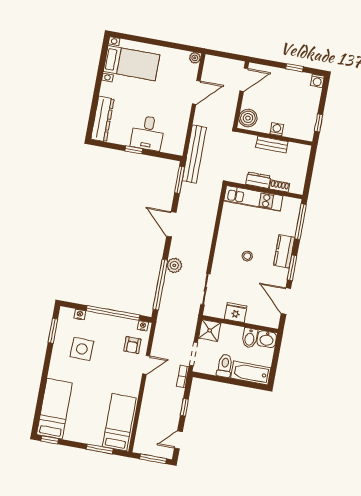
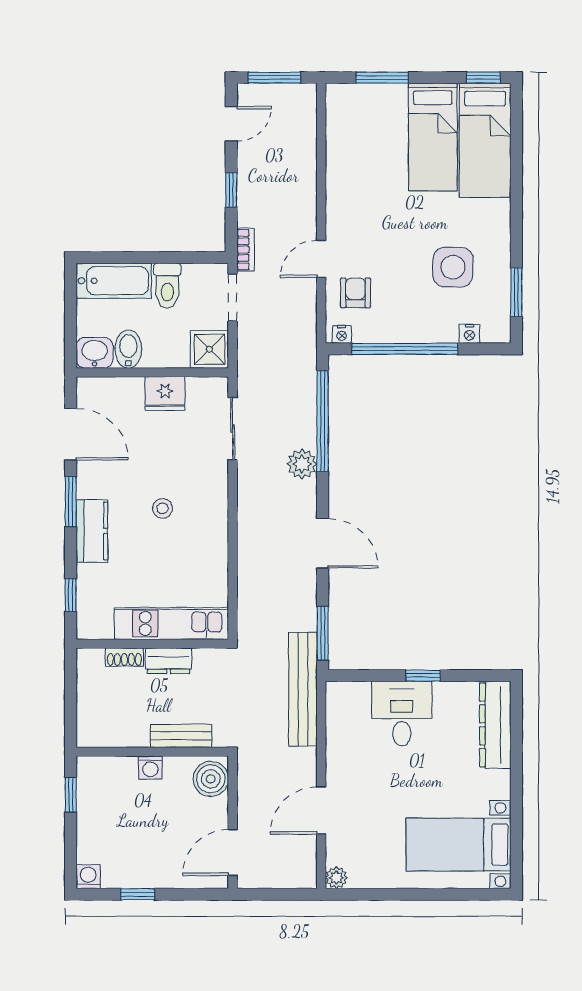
bench: (272, 144) -> (181, 736), moved
window: (300, 222) -> (71, 595), width x0.46
bed: (119, 422) -> (433, 137), moved

